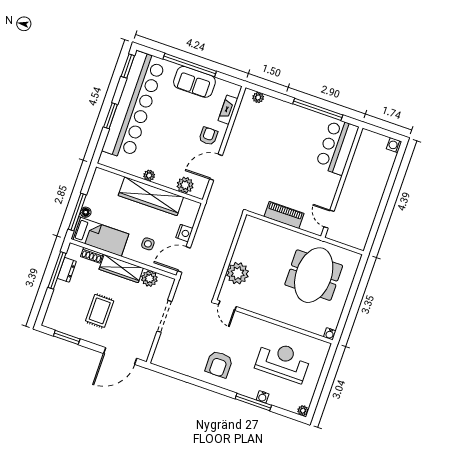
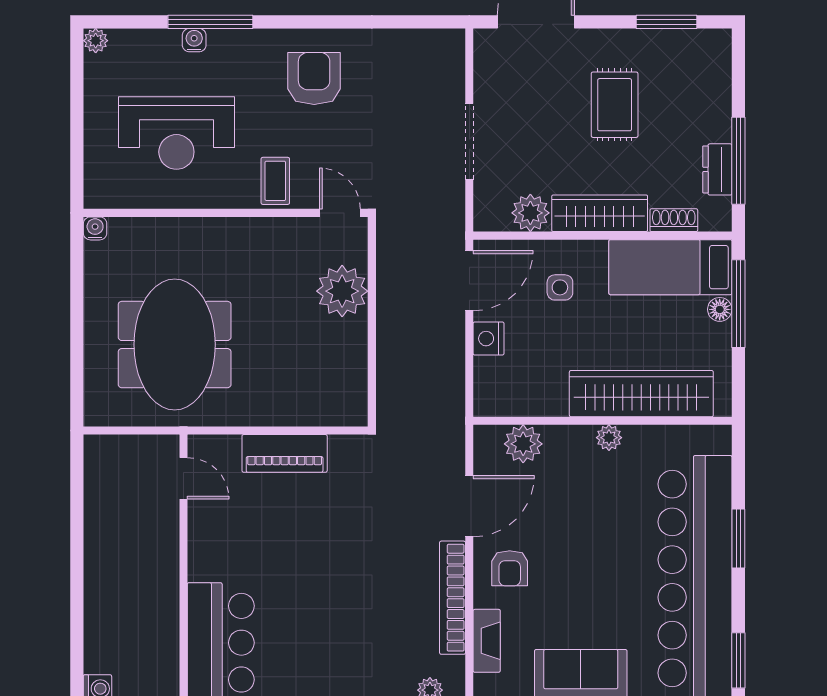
bookcase: (236, 132) -> (453, 598), added
wardrobe: (151, 196) -> (641, 394), moved
coffee table: (249, 328) -> (275, 181), added

